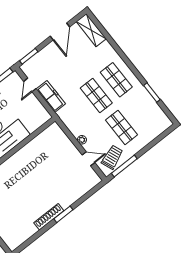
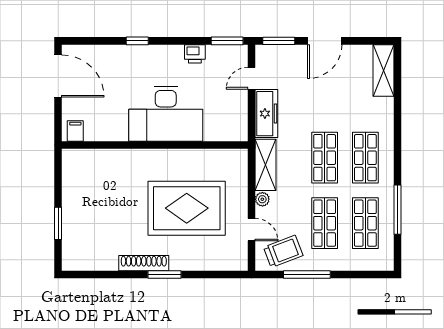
door: (60, 32) -> (325, 41), moved
window: (152, 93) -> (398, 210), width x1.44
shop shelf: (141, 112) -> (365, 223), added
shelving: (70, 122) -> (265, 165), added
window: (124, 166) -> (307, 275), moved
rug: (49, 173) -> (187, 208), added

